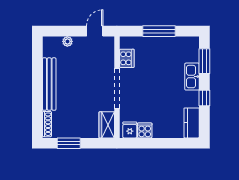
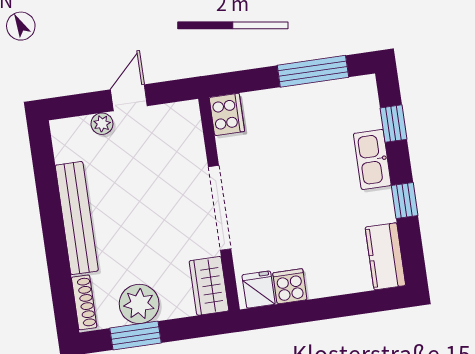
door: (95, 31) -> (129, 98), moved
window: (159, 31) -> (313, 71), moved
cooker: (127, 58) -> (227, 114), moved
window: (204, 61) -> (393, 124), width x0.67
plant: (73, 129) -> (139, 304), added

